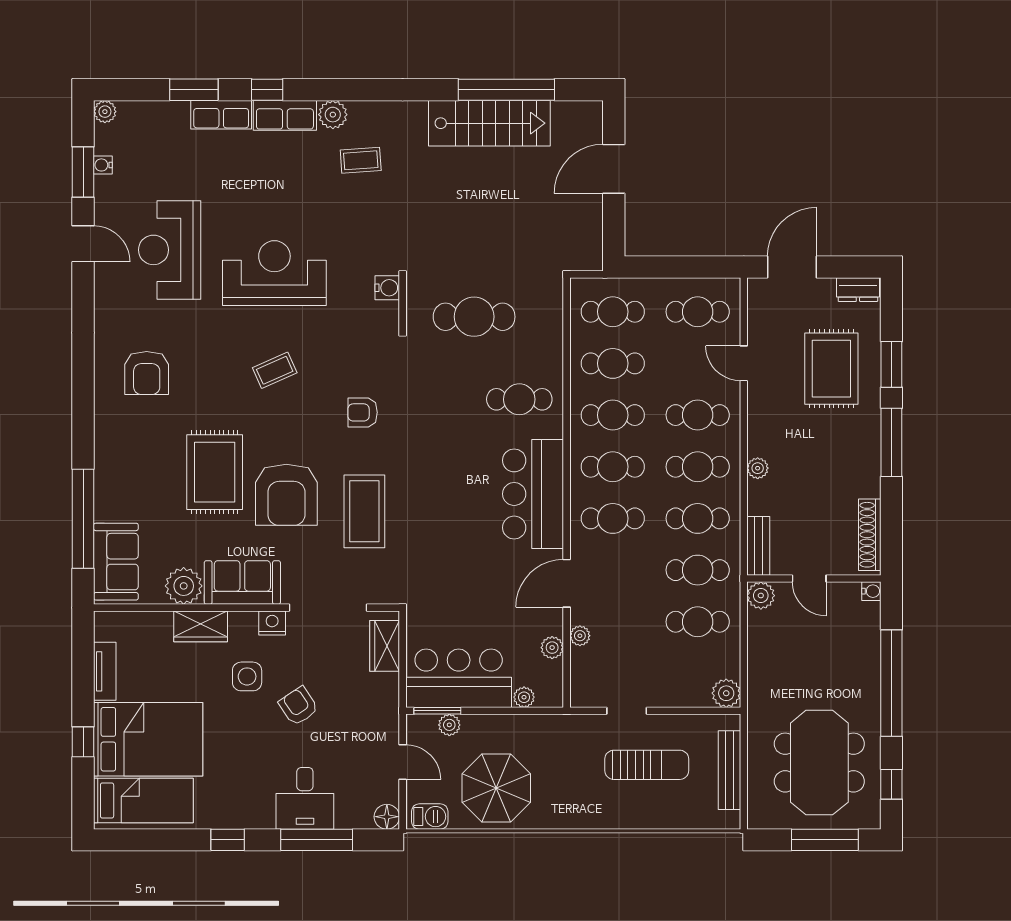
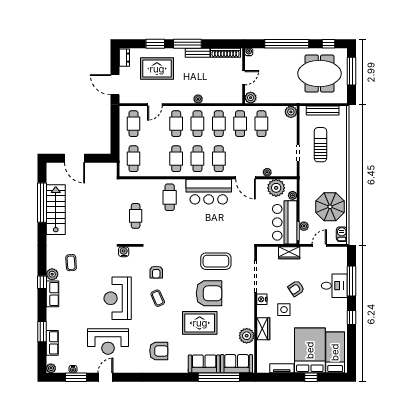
window: (267, 90) -> (42, 282), moved
row of seats: (221, 115) -> (52, 343), moved
cafe table: (474, 317) -> (136, 216), width x0.73, depth x0.74
cafe table: (613, 363) -> (155, 159), removed
armchair: (363, 412) -> (156, 272), moved
bench: (758, 546) -> (198, 53), moved
sofa: (242, 583) -> (204, 364), moved, turned 90
wardrobe: (385, 646) -> (289, 253), moved
plant: (552, 648) -> (276, 188), width x1.88, depth x1.88
floor lamp: (387, 817) -> (342, 252), removed

